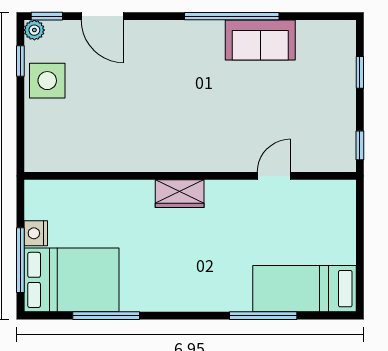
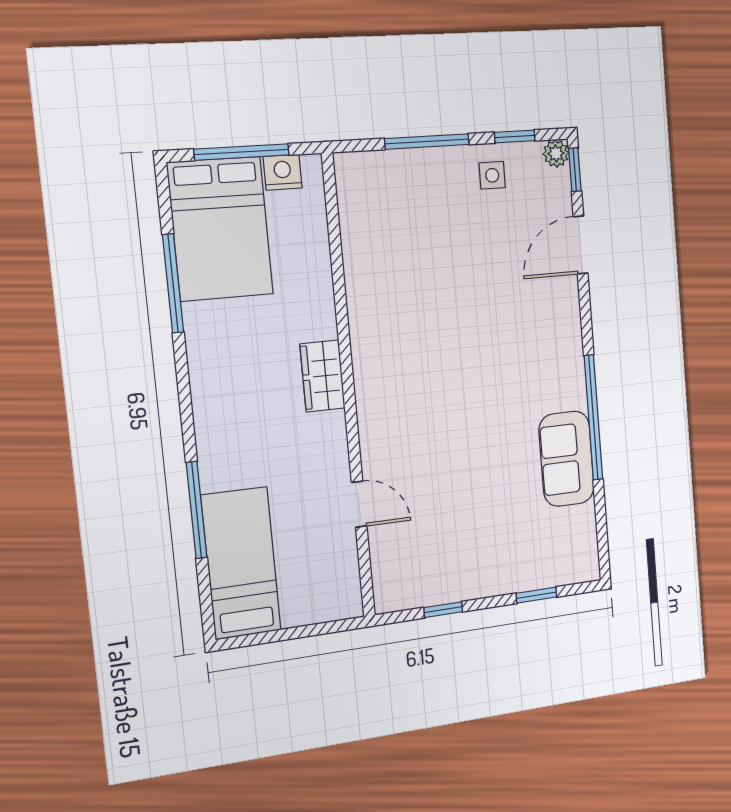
side table: (47, 81) -> (492, 175), width x0.54, depth x0.54
window: (20, 127) -> (427, 142), added
wall: (190, 176) -> (349, 388), moved
door: (274, 176) -> (359, 504), moved
wardrobe: (180, 194) -> (323, 376), moved

